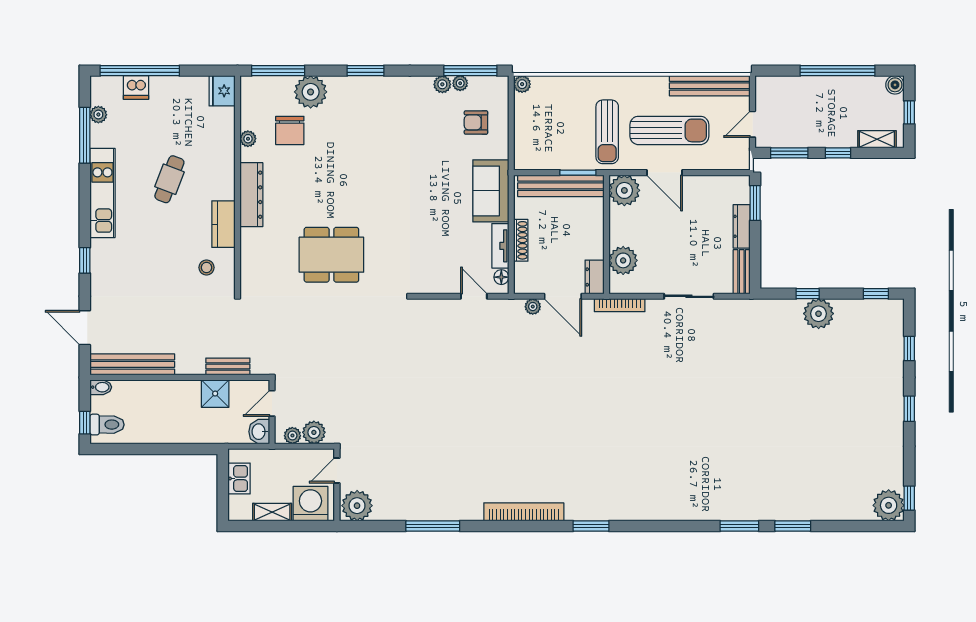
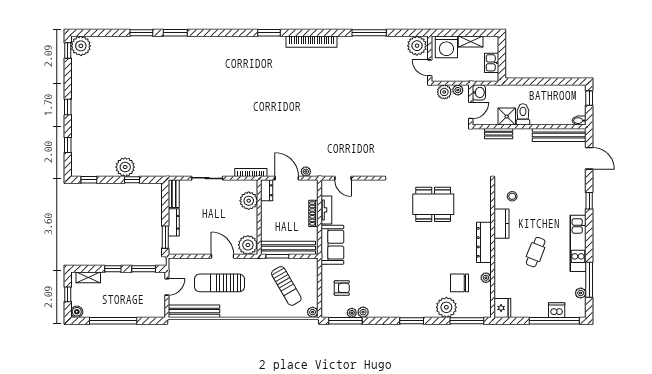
chair: (290, 130) -> (460, 283), turned -90
sun lounger: (607, 132) -> (286, 286), moved, turned 150
floor lamp: (501, 277) -> (326, 190), removed
toilet: (107, 425) -> (523, 114), moved, turned 90
door: (337, 471) -> (430, 68), swing flipped

